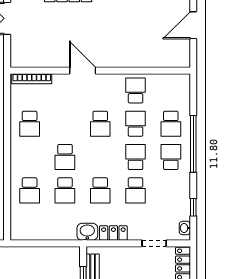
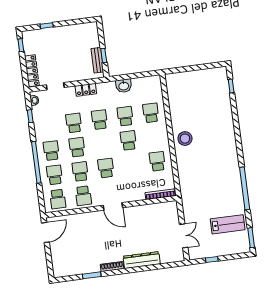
door: (193, 25) -> (45, 232), moved
door: (83, 71) -> (113, 206), moved
school desk: (171, 90) -> (58, 199), added
school desk: (136, 124) -> (80, 171), turned 180
school desk: (136, 157) -> (77, 147), turned 180
school desk: (171, 157) -> (51, 151), turned 180
washbasin: (87, 232) -> (124, 86), moved

